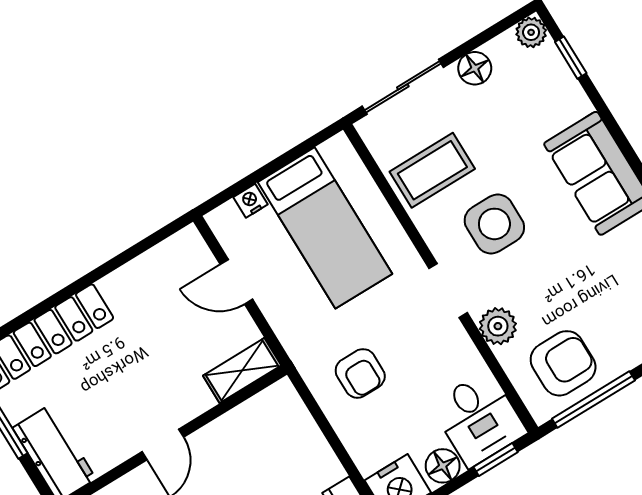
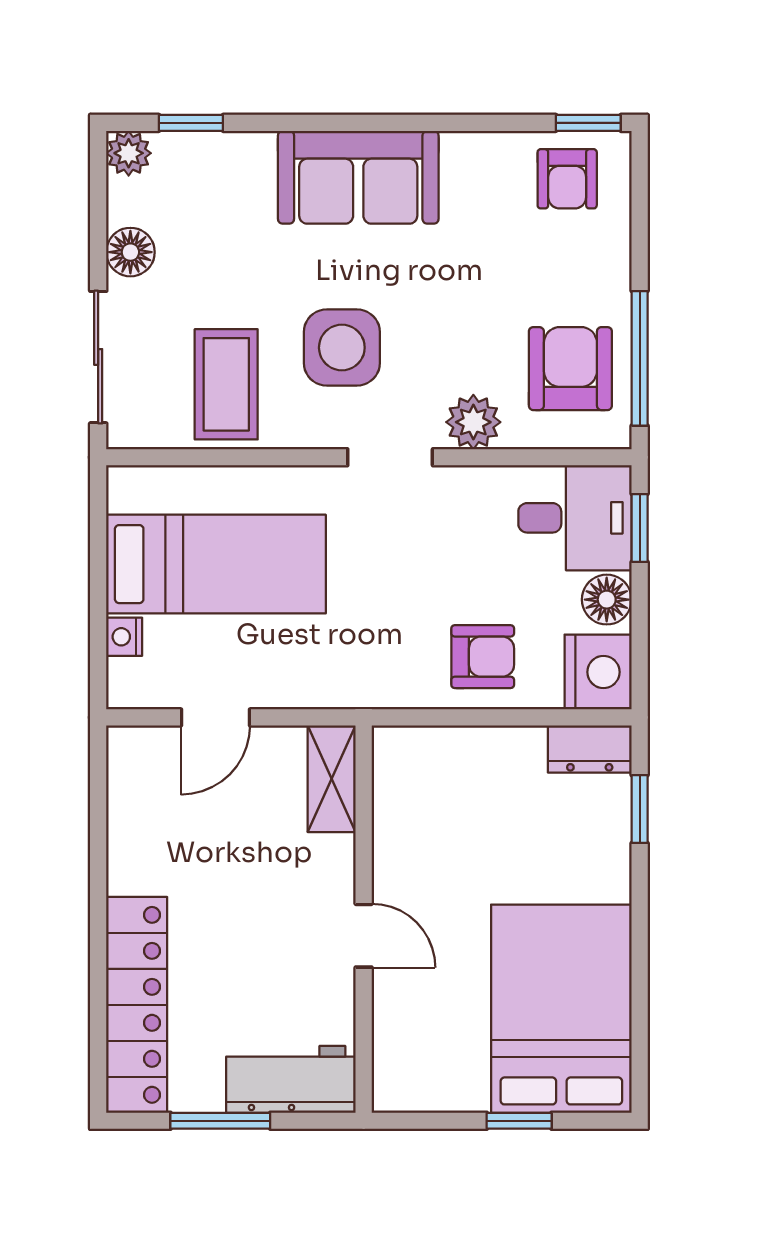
armchair: (360, 373) -> (483, 657), moved

